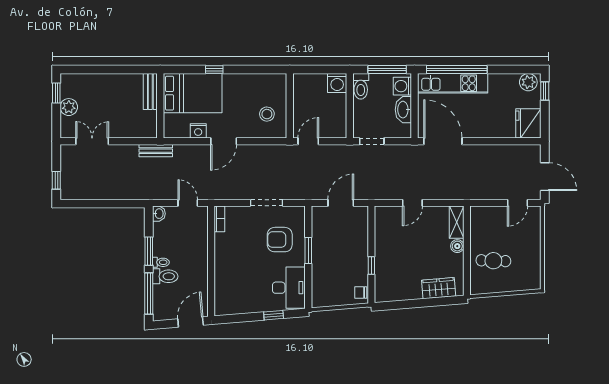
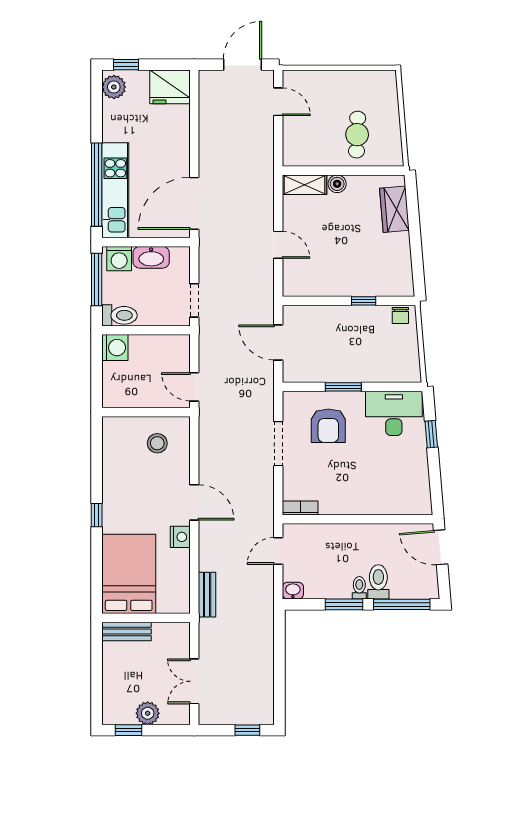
bench: (150, 91) -> (126, 631), moved
bed: (193, 93) -> (129, 574), moved
wall: (160, 106) -> (146, 618), moved

